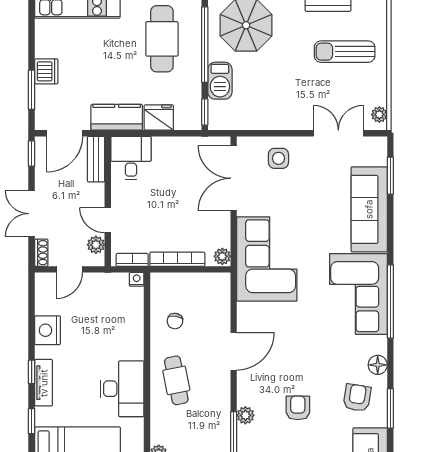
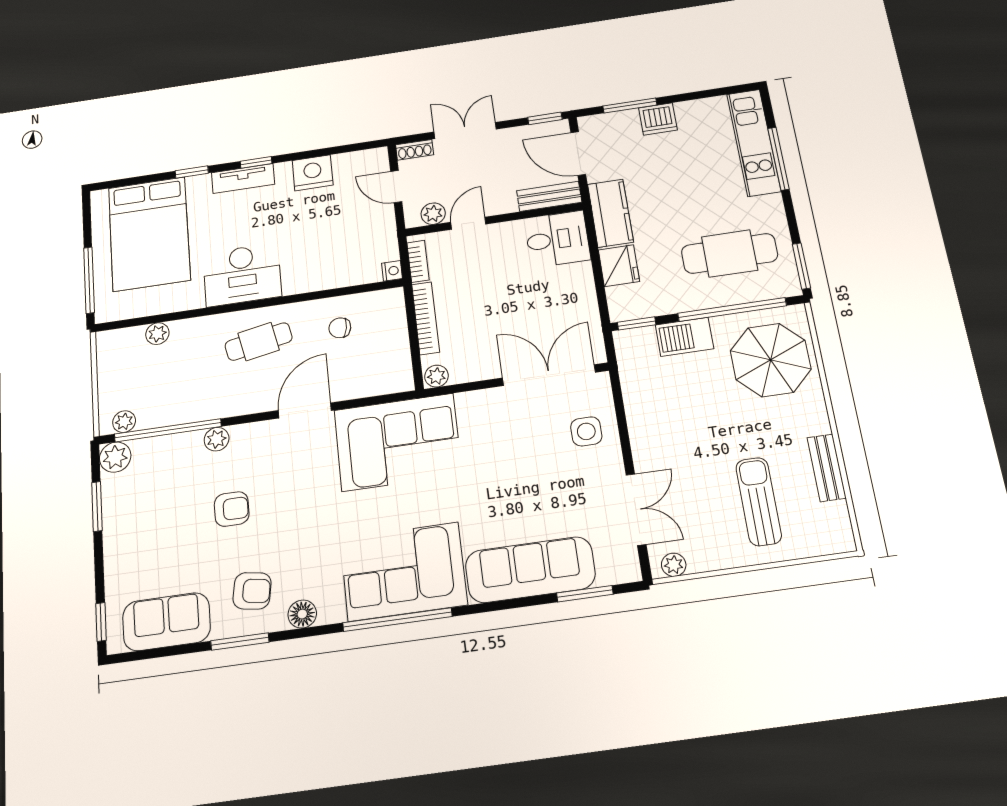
corner sofa: (267, 259) -> (398, 442), moved
door: (234, 351) -> (305, 410), swing flipped

